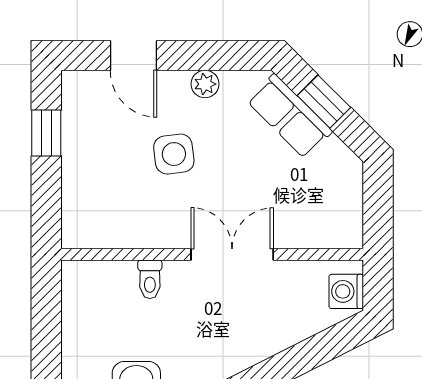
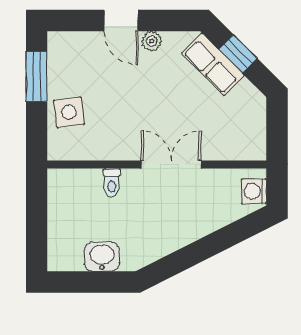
door: (133, 56) -> (121, 20), moved
window: (46, 133) -> (37, 77), width x1.50
side table: (174, 154) -> (69, 112), moved

